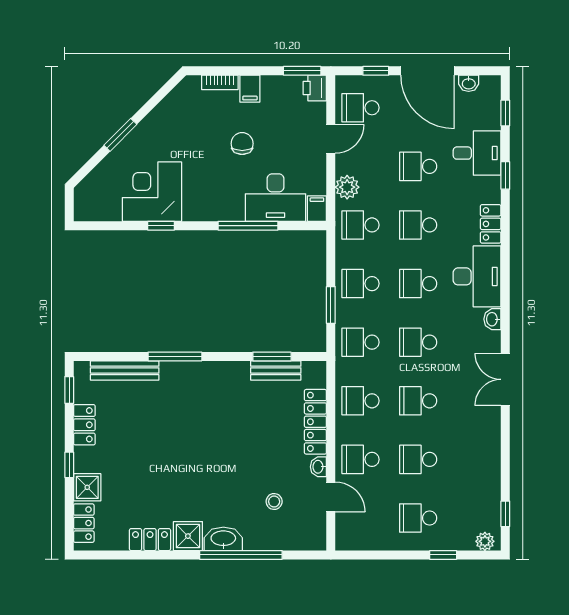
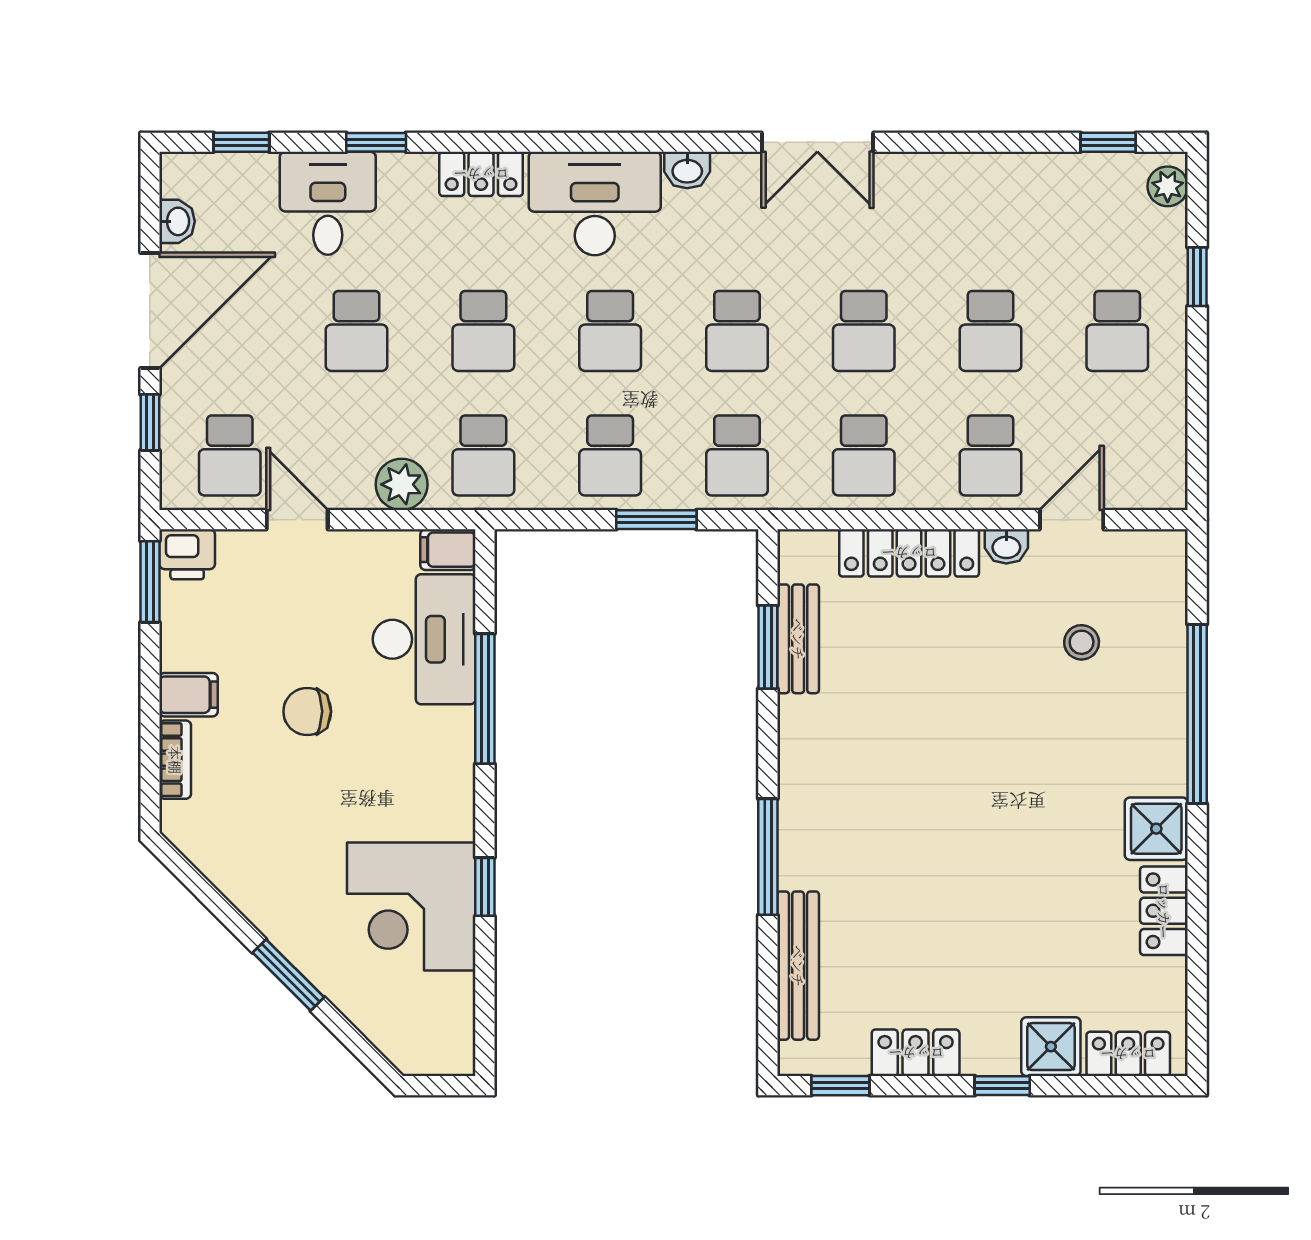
washbasin: (223, 539) -> (1162, 752), removed

